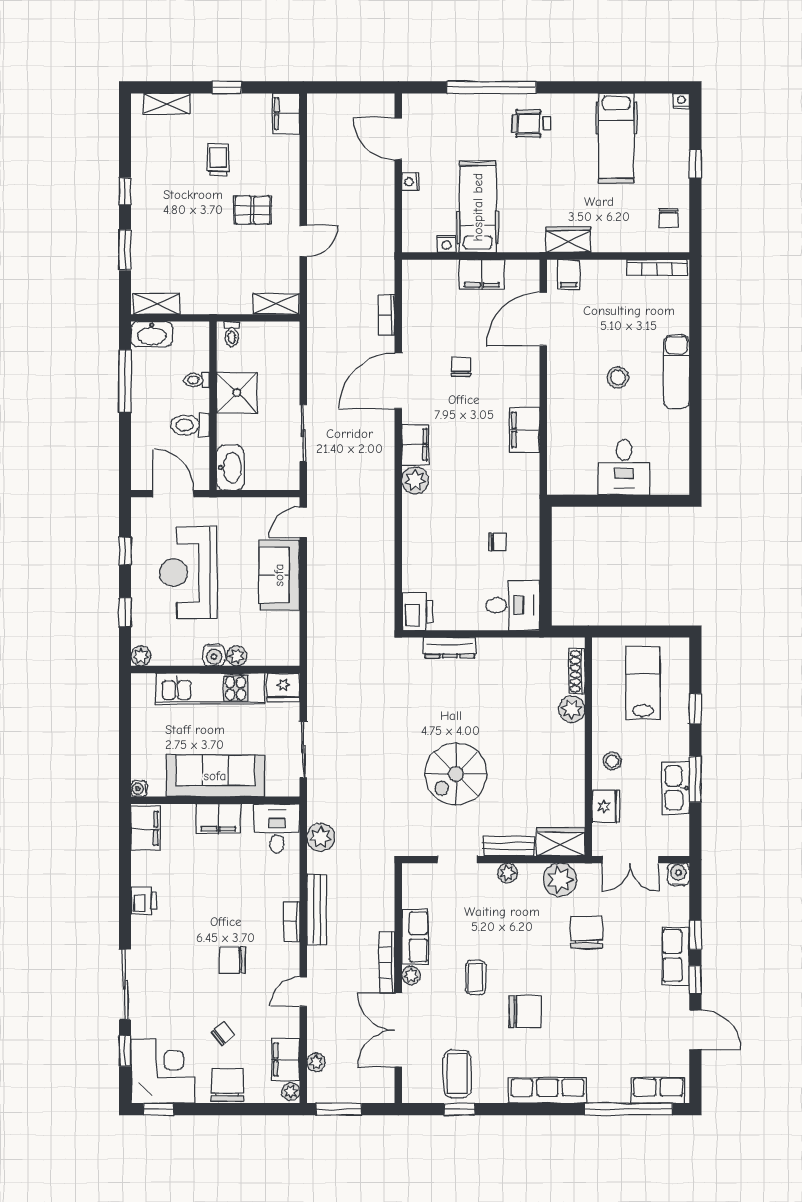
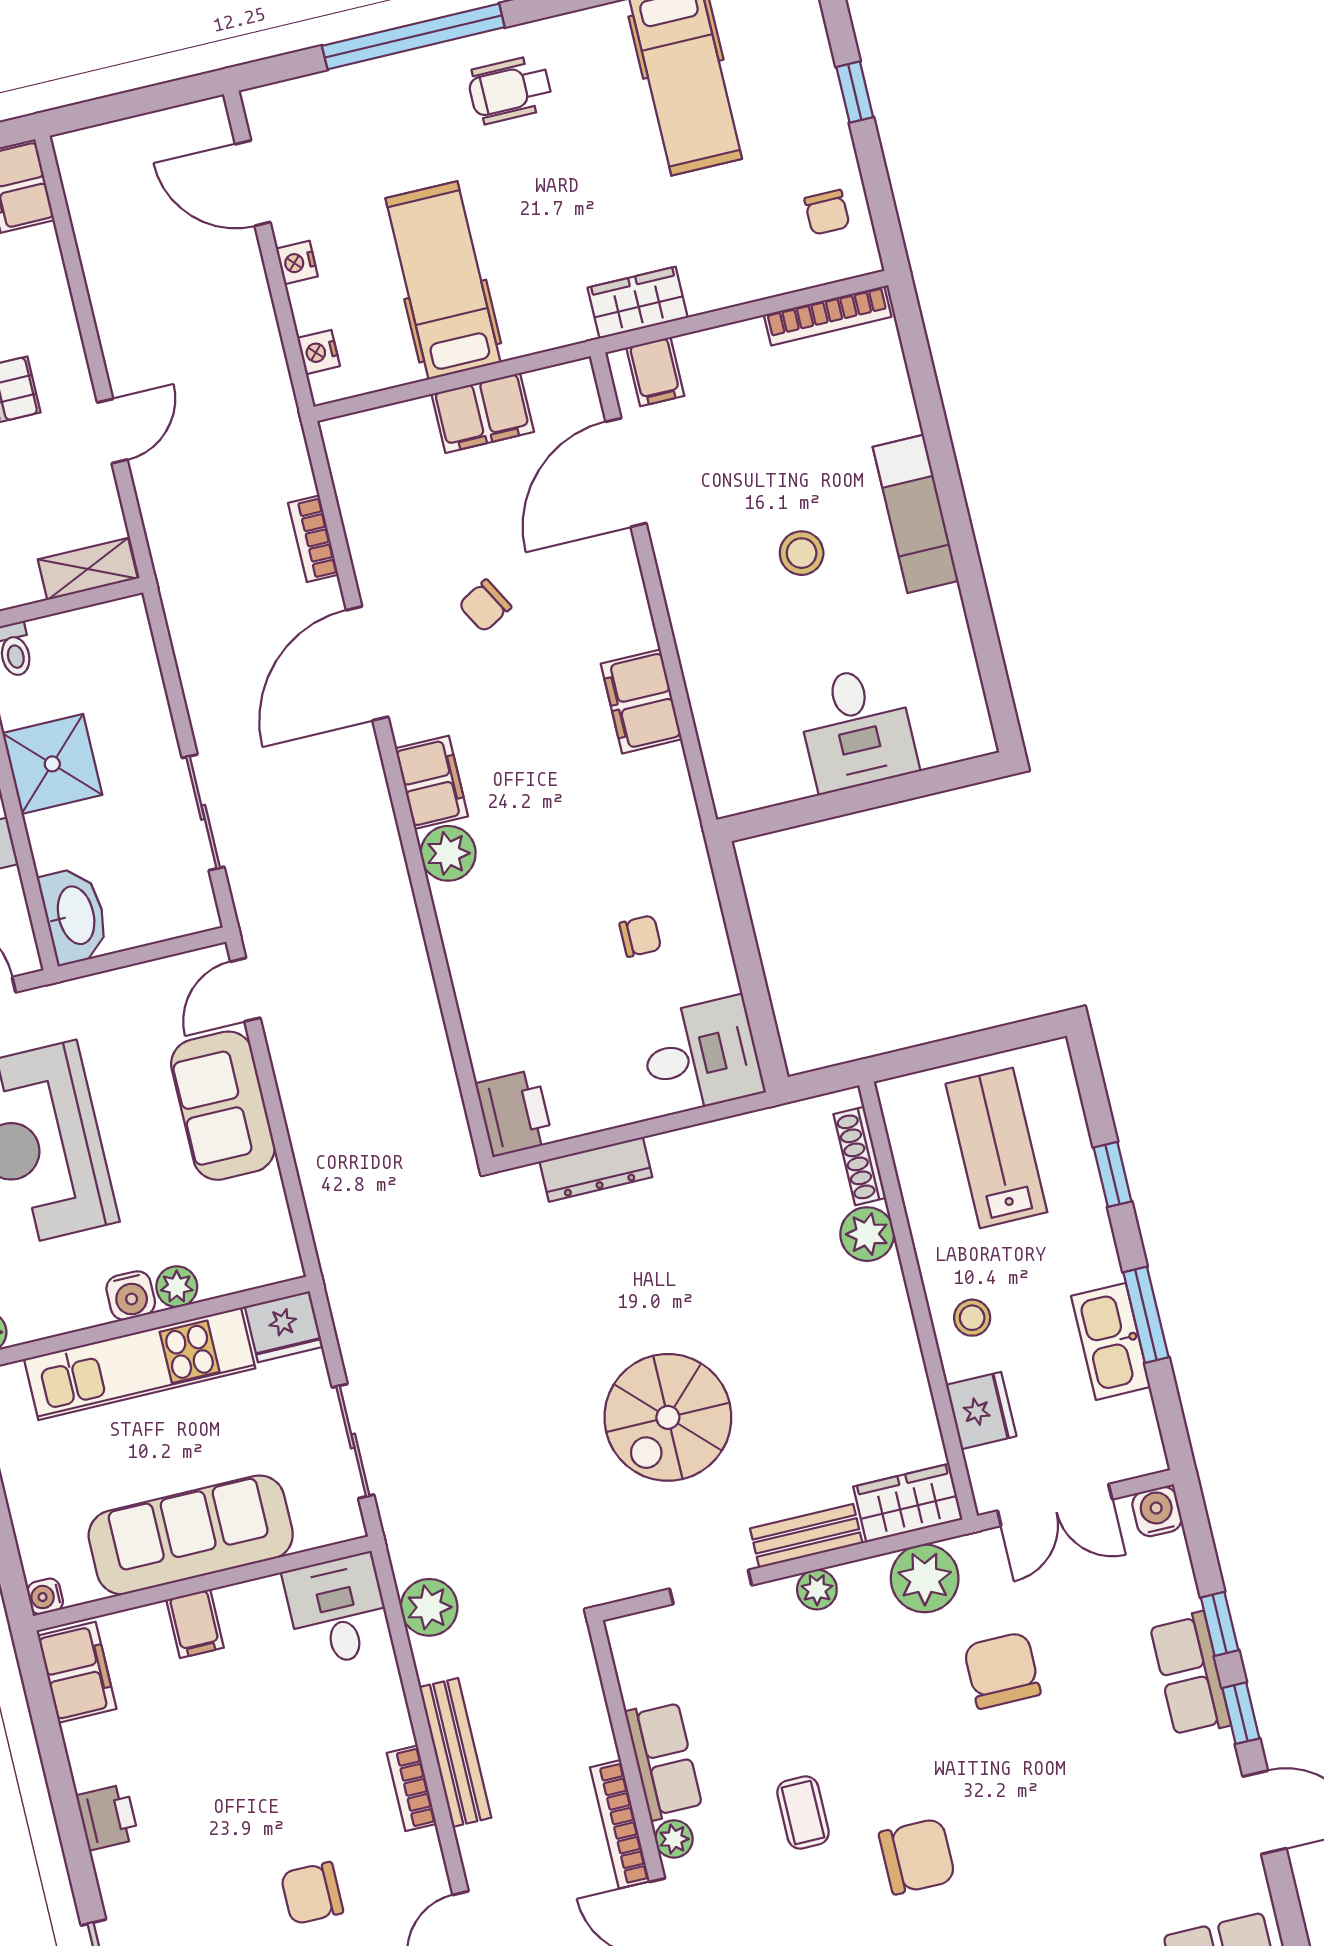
nightstand: (446, 244) -> (319, 352), moved, turned 90
chair: (461, 367) -> (485, 606), turned -119
filing cabinet: (218, 819) -> (195, 1624), width x0.50

